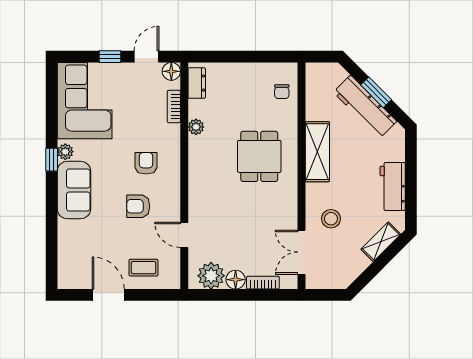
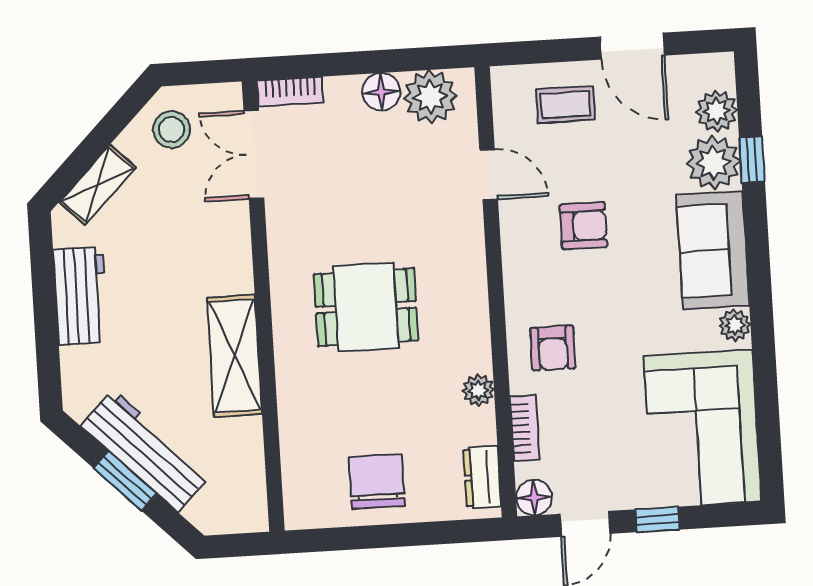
chair: (282, 92) -> (377, 481), moved, width x1.87, depth x1.87
dining table: (259, 156) -> (366, 307), moved, turned 90
window: (52, 160) -> (752, 160), moved
armchair: (146, 163) -> (553, 348), moved
stool: (331, 219) -> (171, 130), moved
plant: (71, 234) -> (713, 162), added
double door: (301, 252) -> (254, 154), swing flipped
plant: (68, 260) -> (717, 111), added
bookcase: (263, 283) -> (290, 92), moved

